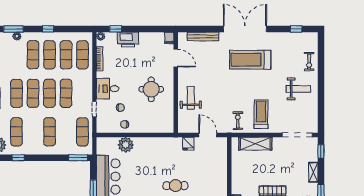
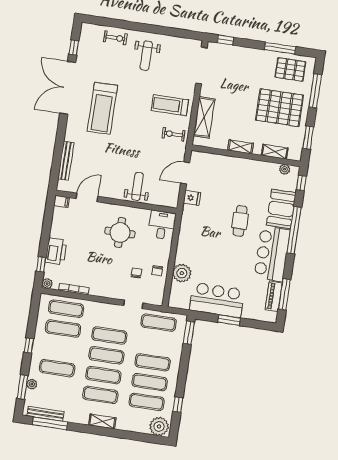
double door: (245, 29) -> (68, 88), moved
exercise mat: (50, 55) -> (150, 382), moved
desk: (108, 89) -> (162, 225), moved, turned 180
weight bench: (298, 89) -> (146, 56), turned 180
weight bench: (191, 98) -> (137, 186), turned 90
shelving: (313, 172) -> (240, 147), moved

